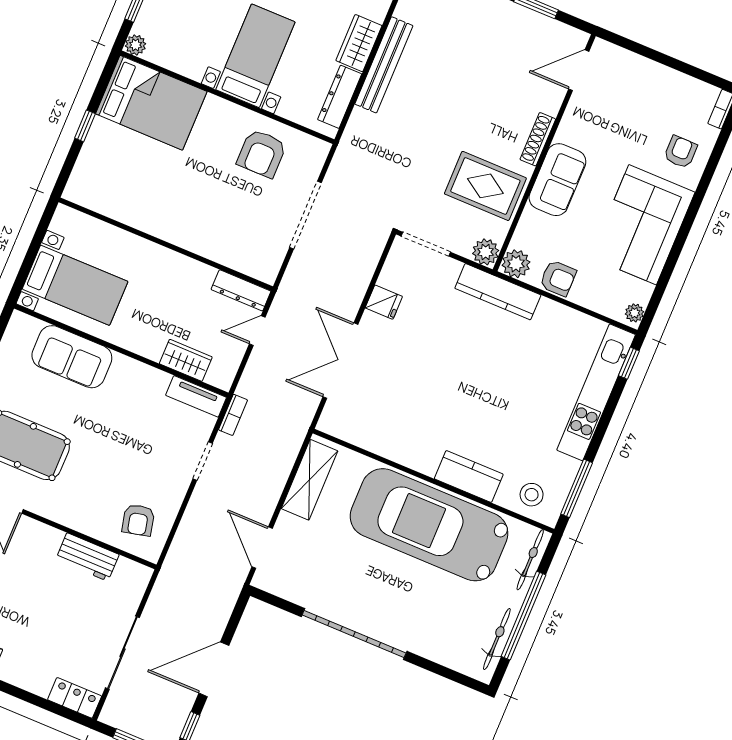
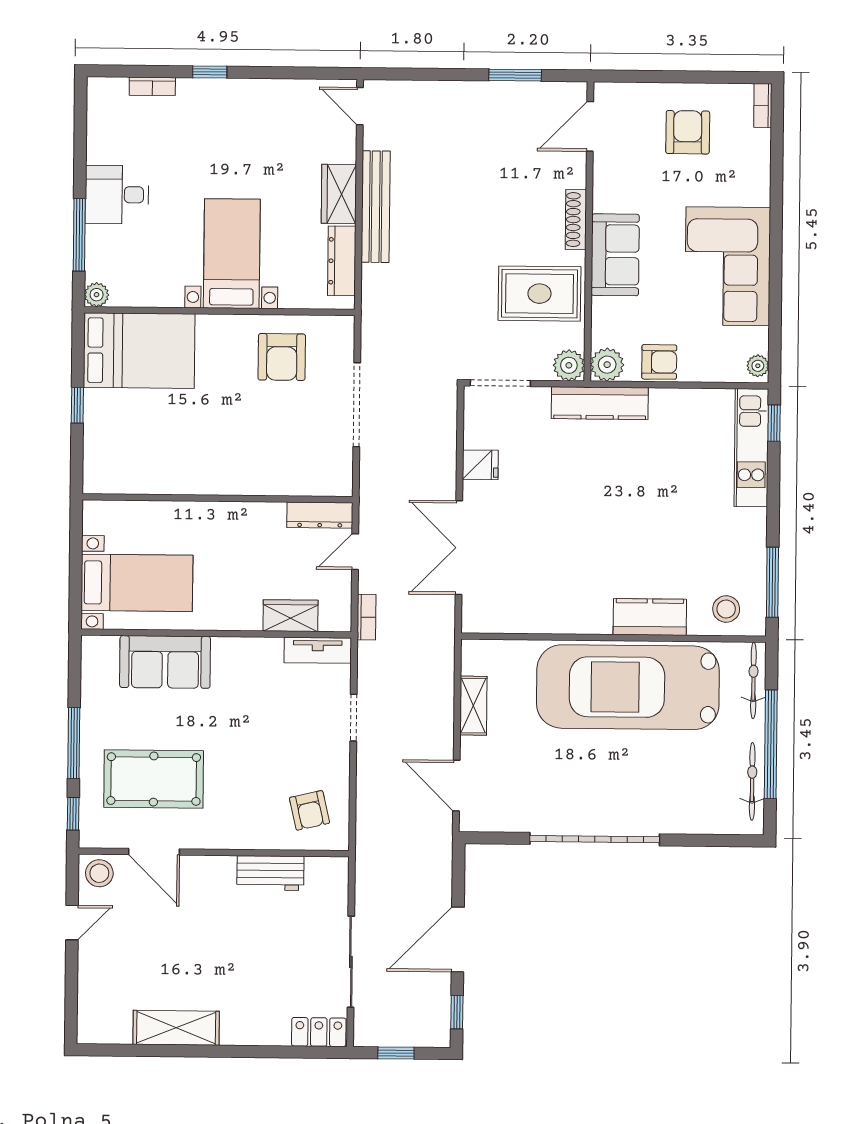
armchair: (680, 152) -> (688, 132), moved, width x1.38, depth x1.38
kitchen unit: (596, 392) -> (751, 448), width x0.73
bookcase: (233, 415) -> (366, 617), moved
shelving: (309, 480) -> (473, 706), width x0.67, depth x0.75

